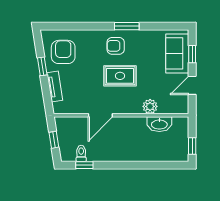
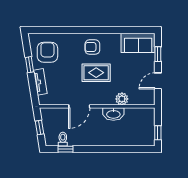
window: (127, 26) -> (102, 30), removed
sofa: (177, 53) -> (138, 43), moved, turned -90
washbasin: (159, 124) -> (113, 114), moved

